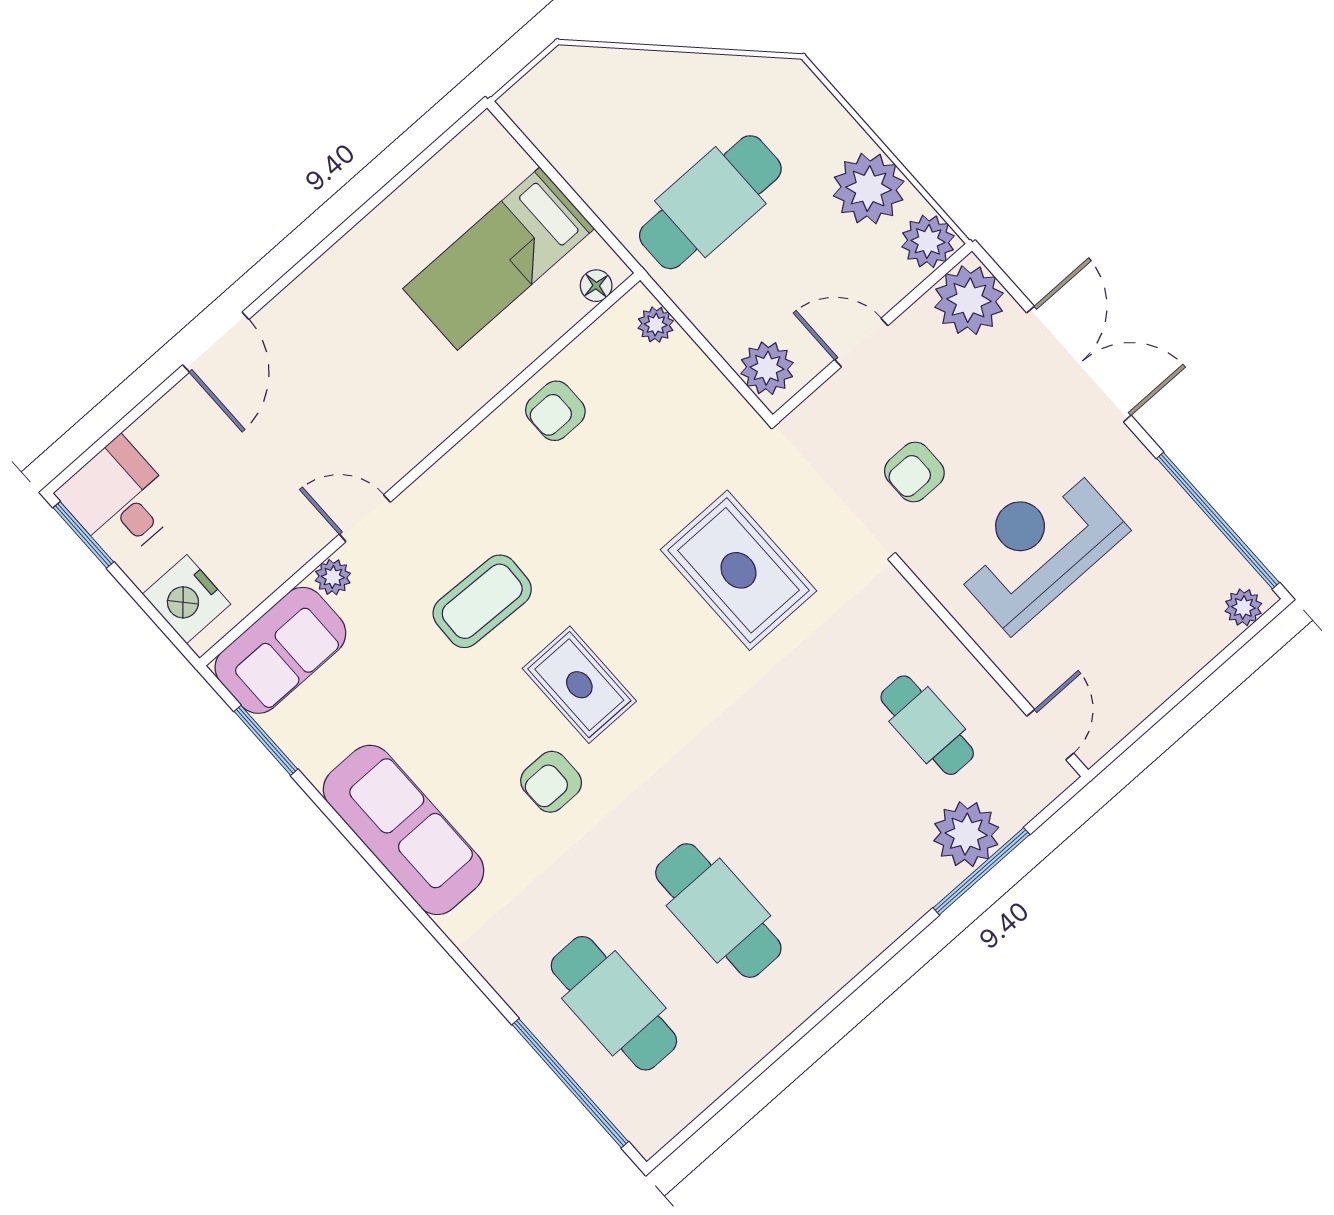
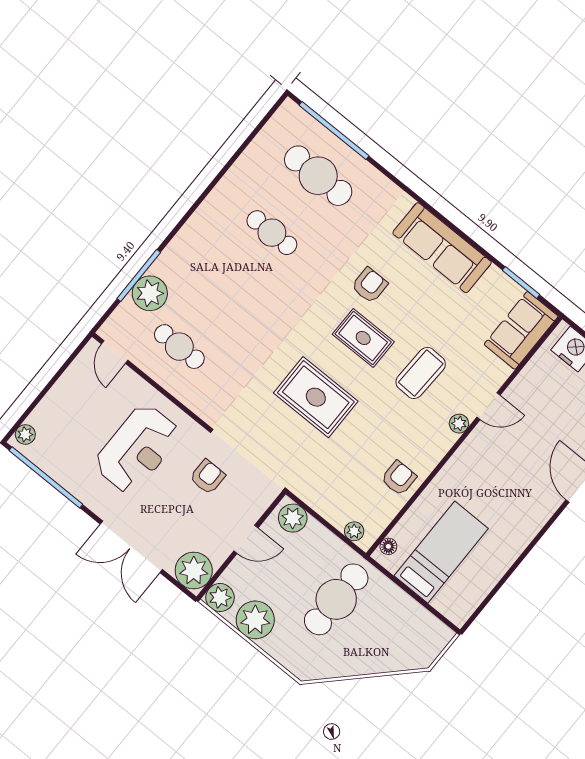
rug: (738, 570) -> (316, 397), moved
plant: (333, 577) -> (459, 424), moved
cafe table: (718, 911) -> (272, 233), width x0.73, depth x0.74

